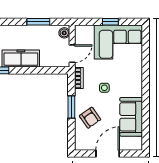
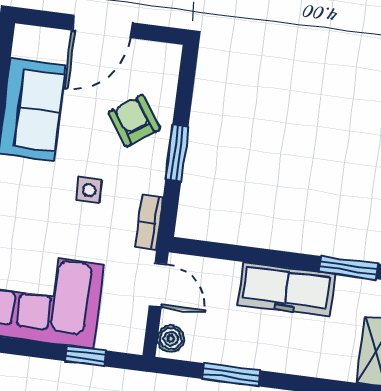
window: (110, 22) -> (85, 356), moved
door: (72, 54) -> (158, 285), swing flipped

